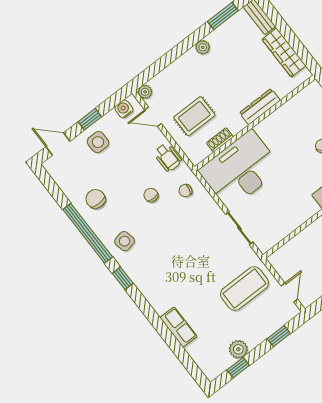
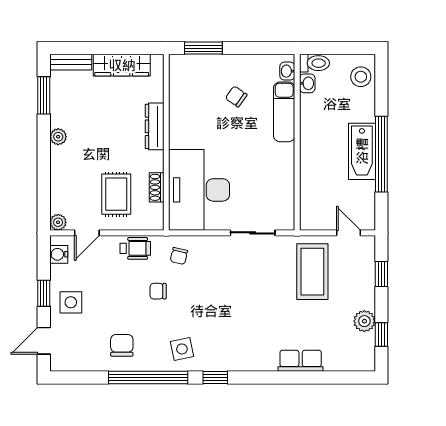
chair: (96, 199) -> (122, 345), turned 90

